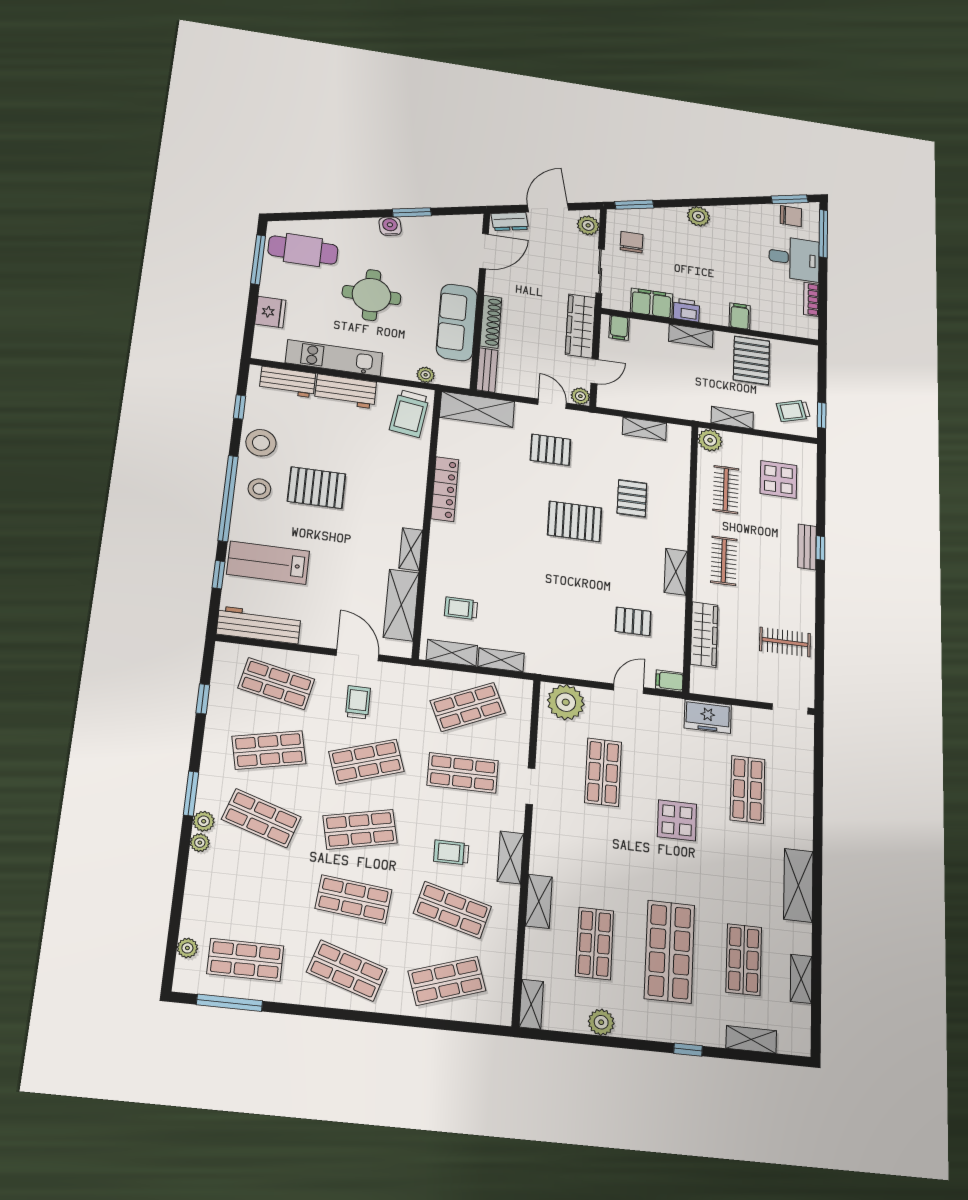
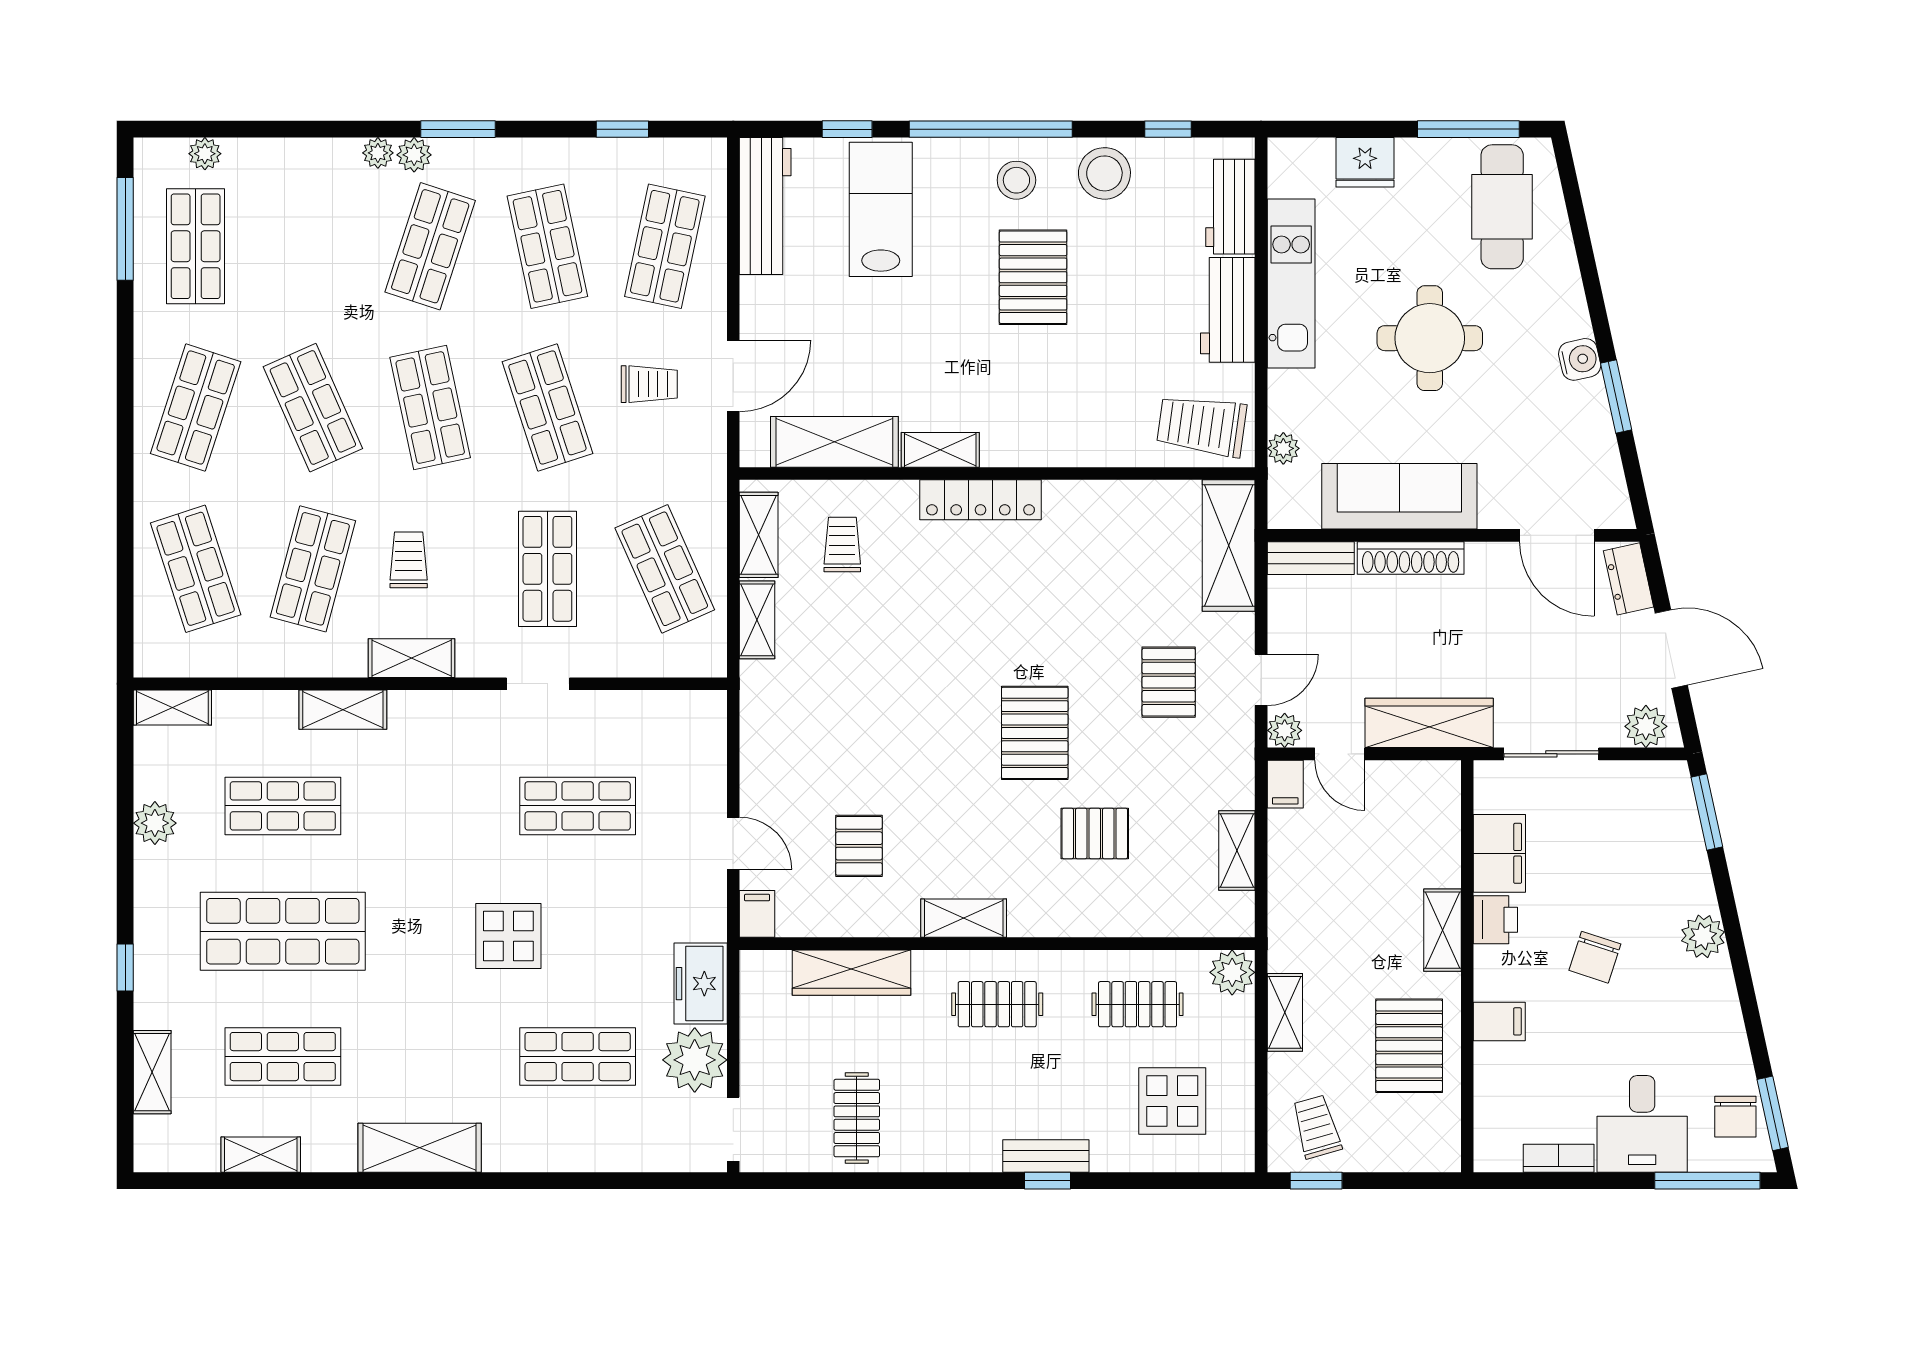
chair: (632, 242) -> (1595, 957), moved, turned 108
filing cabinet: (619, 328) -> (1285, 784), moved, turned -90
pallet: (751, 360) -> (1409, 1046), turned 90
locker: (445, 489) -> (980, 500), moved
plant: (566, 702) -> (695, 1060), moved
shop shelf: (353, 899) -> (313, 408), turned -30

